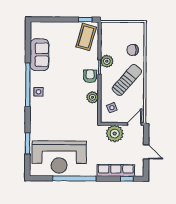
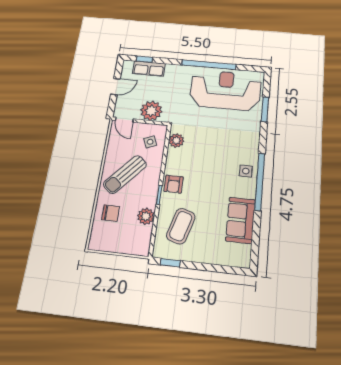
coffee table: (86, 37) -> (181, 226), moved
plant: (107, 61) -> (146, 216), moved
plant: (92, 97) -> (176, 140), moved
door: (134, 124) -> (124, 120), hinge flipped
door: (146, 152) -> (115, 87), swing flipped
row of seats: (116, 170) -> (149, 69), width x0.68

